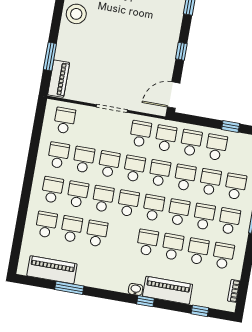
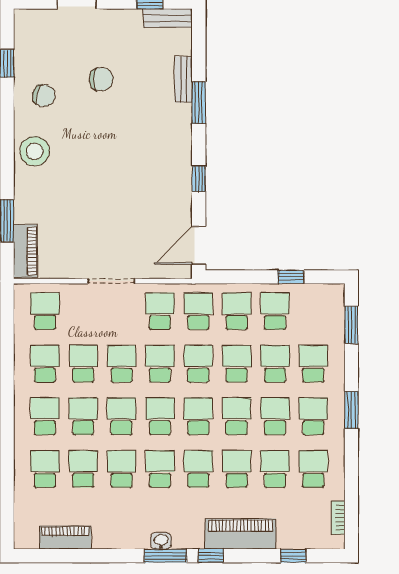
school desk: (122, 238) -> (160, 469), added
piano: (52, 270) -> (65, 538), width x0.73, depth x0.75
window: (69, 288) -> (165, 556), moved
washbasin: (136, 289) -> (161, 541), moved

